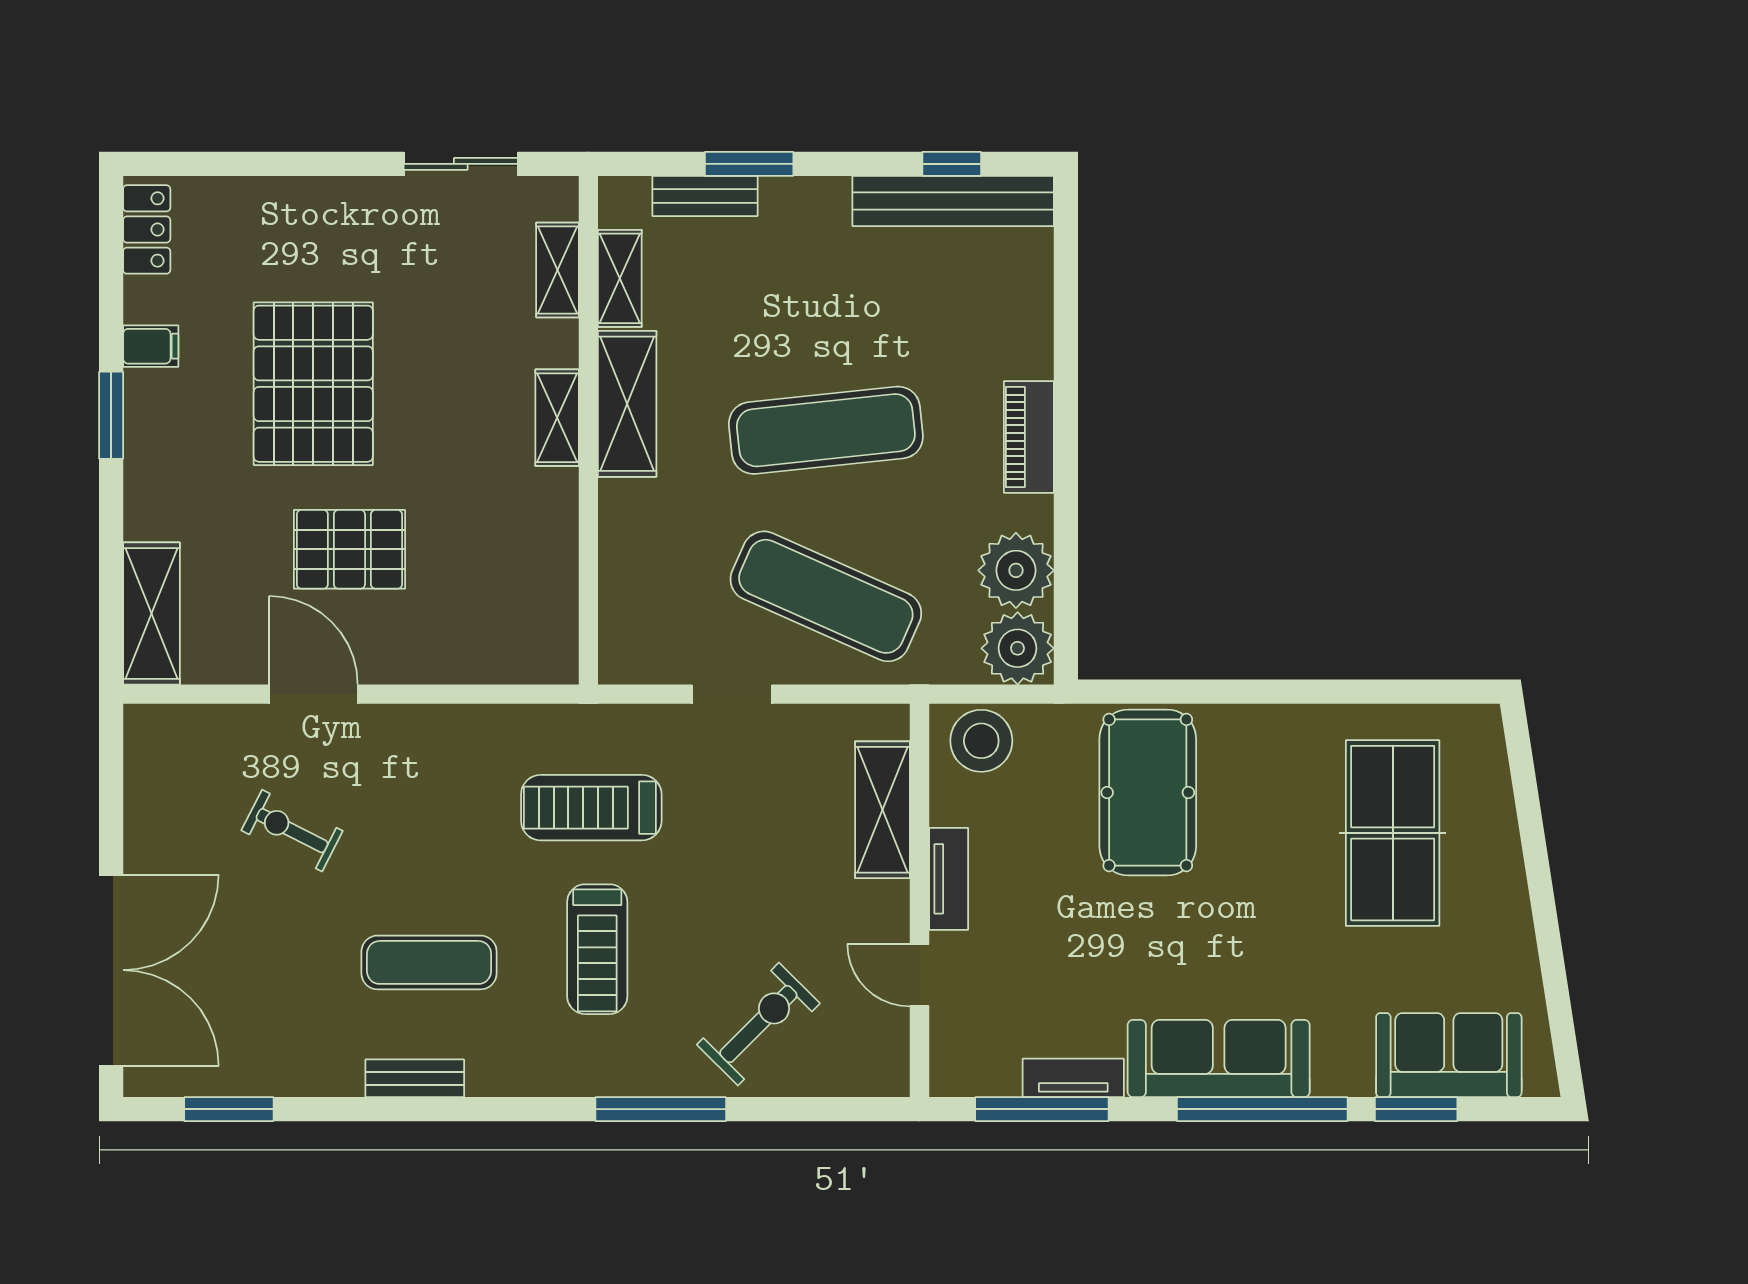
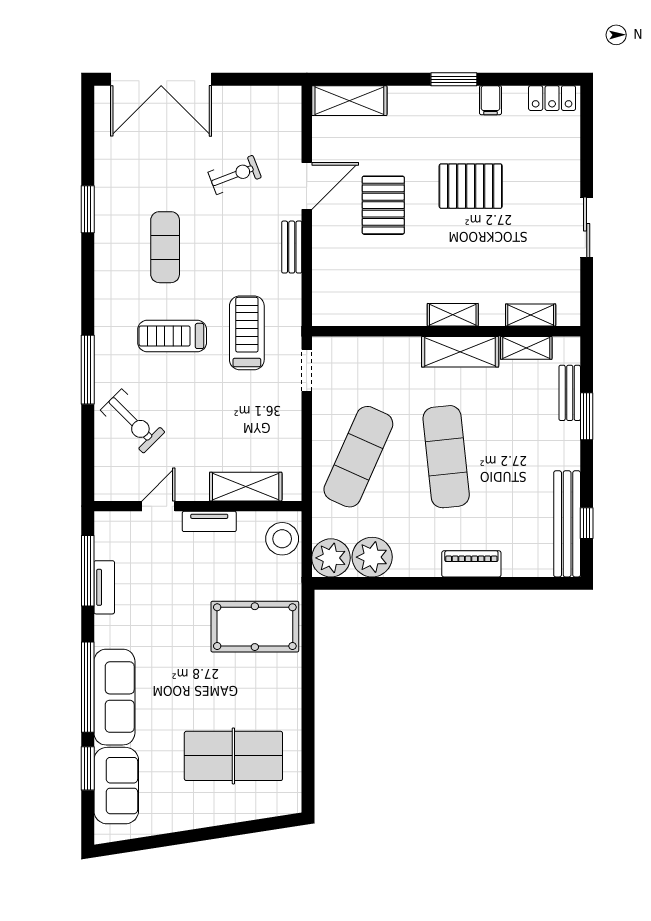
sliding door: (461, 164) -> (587, 227), moved
pallet: (313, 384) -> (471, 186), width x0.73, depth x0.71
piano: (1029, 437) -> (471, 564), moved
doorway: (732, 694) -> (307, 370), moved
exercise bike: (292, 831) -> (235, 175), turned 42
sofa: (1219, 1058) -> (114, 697), moved
bench: (415, 1078) -> (292, 247), moved
window: (229, 1109) -> (88, 209), moved

